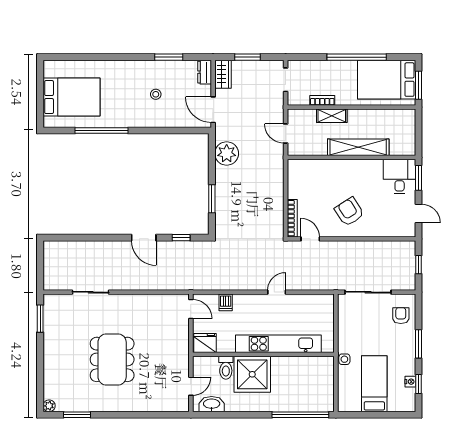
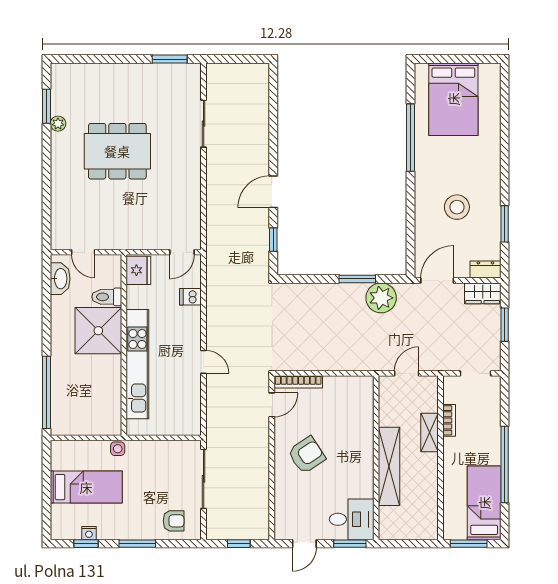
bed: (387, 80) -> (484, 503), width x0.67
stool: (156, 94) -> (457, 207), width x1.89, depth x1.89
window: (212, 199) -> (357, 279), moved
plant: (49, 406) -> (58, 124), moved

